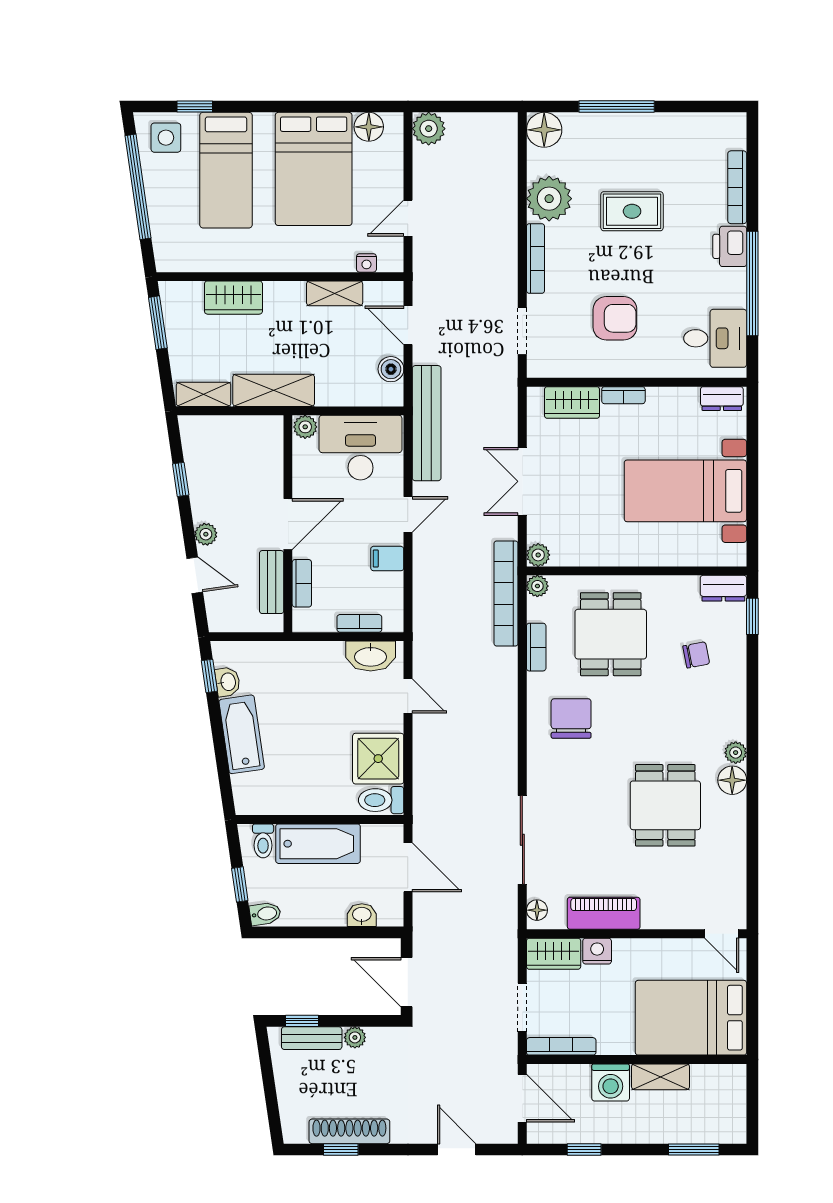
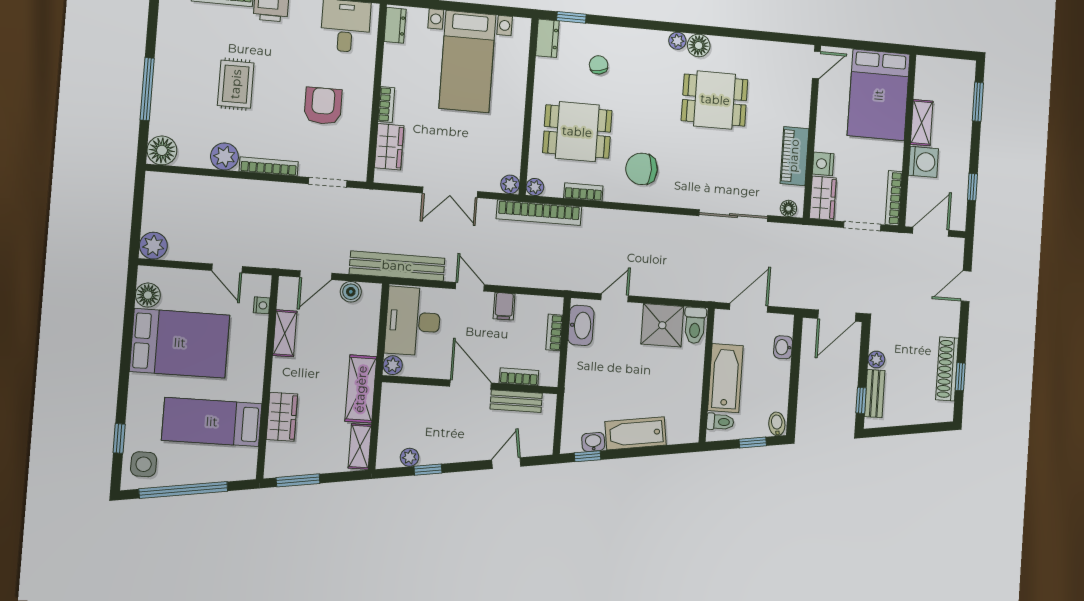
bed: (226, 170) -> (212, 422), moved, turned 180
plant: (549, 199) -> (224, 156), width x0.73, depth x0.73
plant: (206, 534) -> (410, 457), moved

